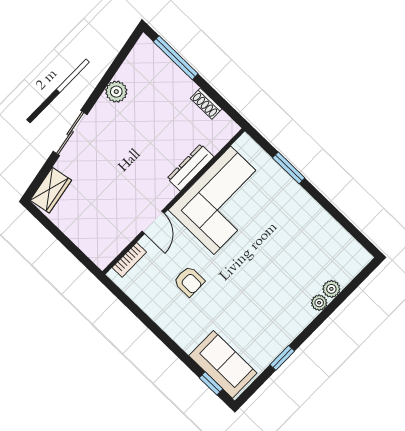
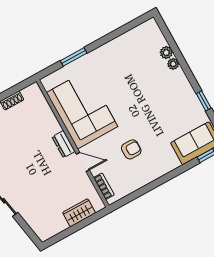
dresser: (190, 167) -> (64, 144), moved, width x0.70
wardrobe: (51, 190) -> (79, 213), moved, turned -80

